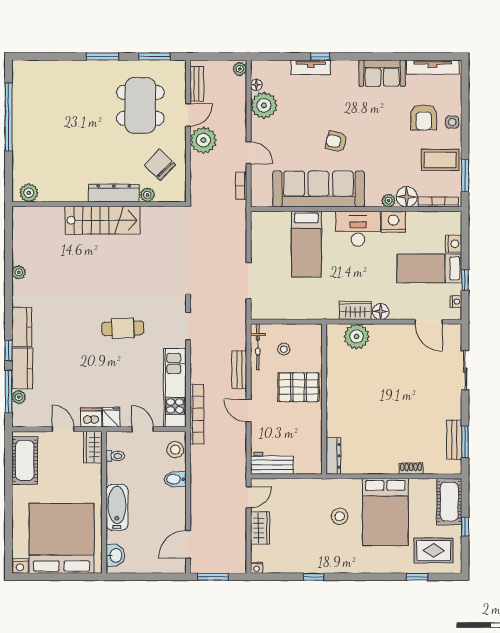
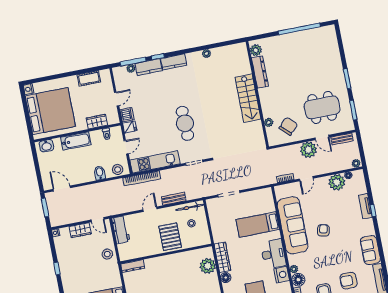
dresser: (114, 193) -> (260, 72), moved
wardrobe: (355, 310) -> (222, 257), width x1.50
cafe table: (123, 328) -> (185, 123), width x1.37, depth x1.35
wardrobe: (93, 447) -> (97, 122), moved
cot: (25, 460) -> (89, 78), width x0.73, depth x0.75
stool: (340, 516) -> (107, 254), moved

